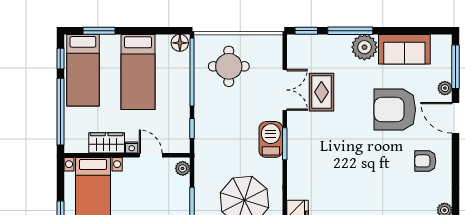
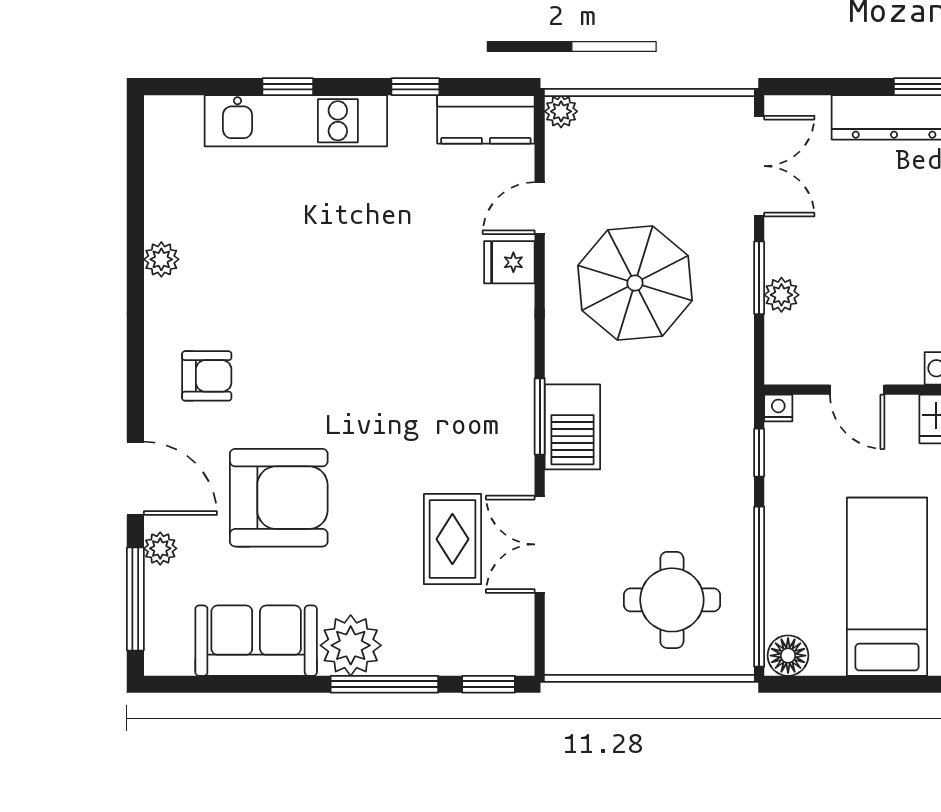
nightstand: (132, 147) -> (778, 408), moved
plant: (183, 168) -> (781, 295), moved

